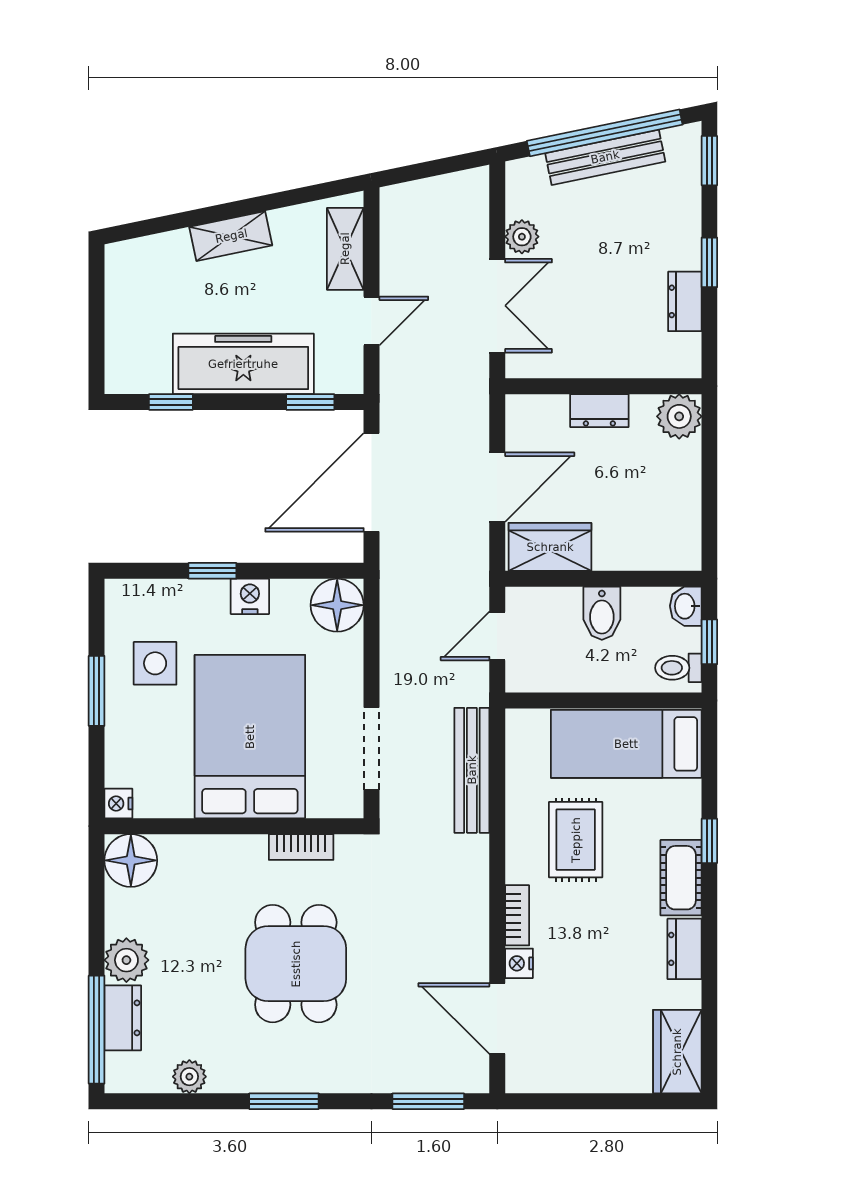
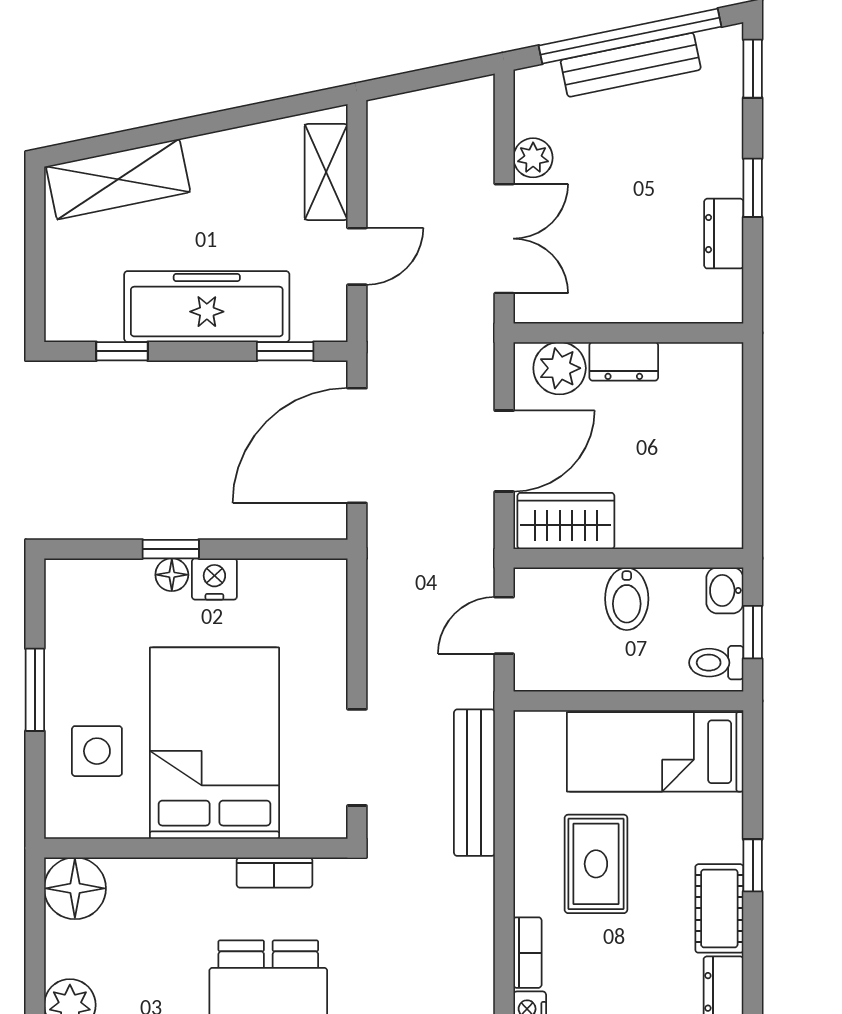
shelving: (231, 236) -> (118, 179), moved, width x1.50, depth x1.33
plant: (679, 416) -> (560, 368), moved
floor lamp: (337, 605) -> (172, 575), moved, width x0.53, depth x0.53
side table: (155, 663) -> (97, 751), moved
nightstand: (118, 804) -> (60, 822), removed

